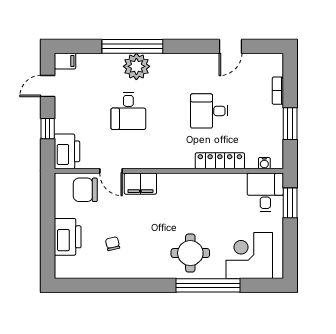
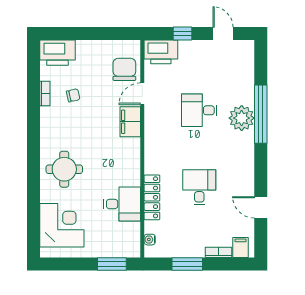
filing cabinet: (65, 61) -> (240, 247), moved, turned 180
desk: (265, 192) -> (122, 204), moved
printer: (68, 237) -> (58, 53), moved
bookcase: (111, 273) -> (45, 93), added
window: (208, 285) -> (34, 186), removed

